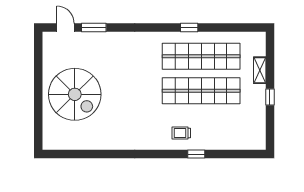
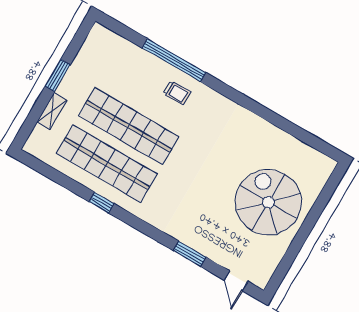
window: (94, 27) -> (190, 254), moved
window: (270, 97) -> (58, 76), width x1.50
window: (196, 154) -> (174, 60), width x3.17

